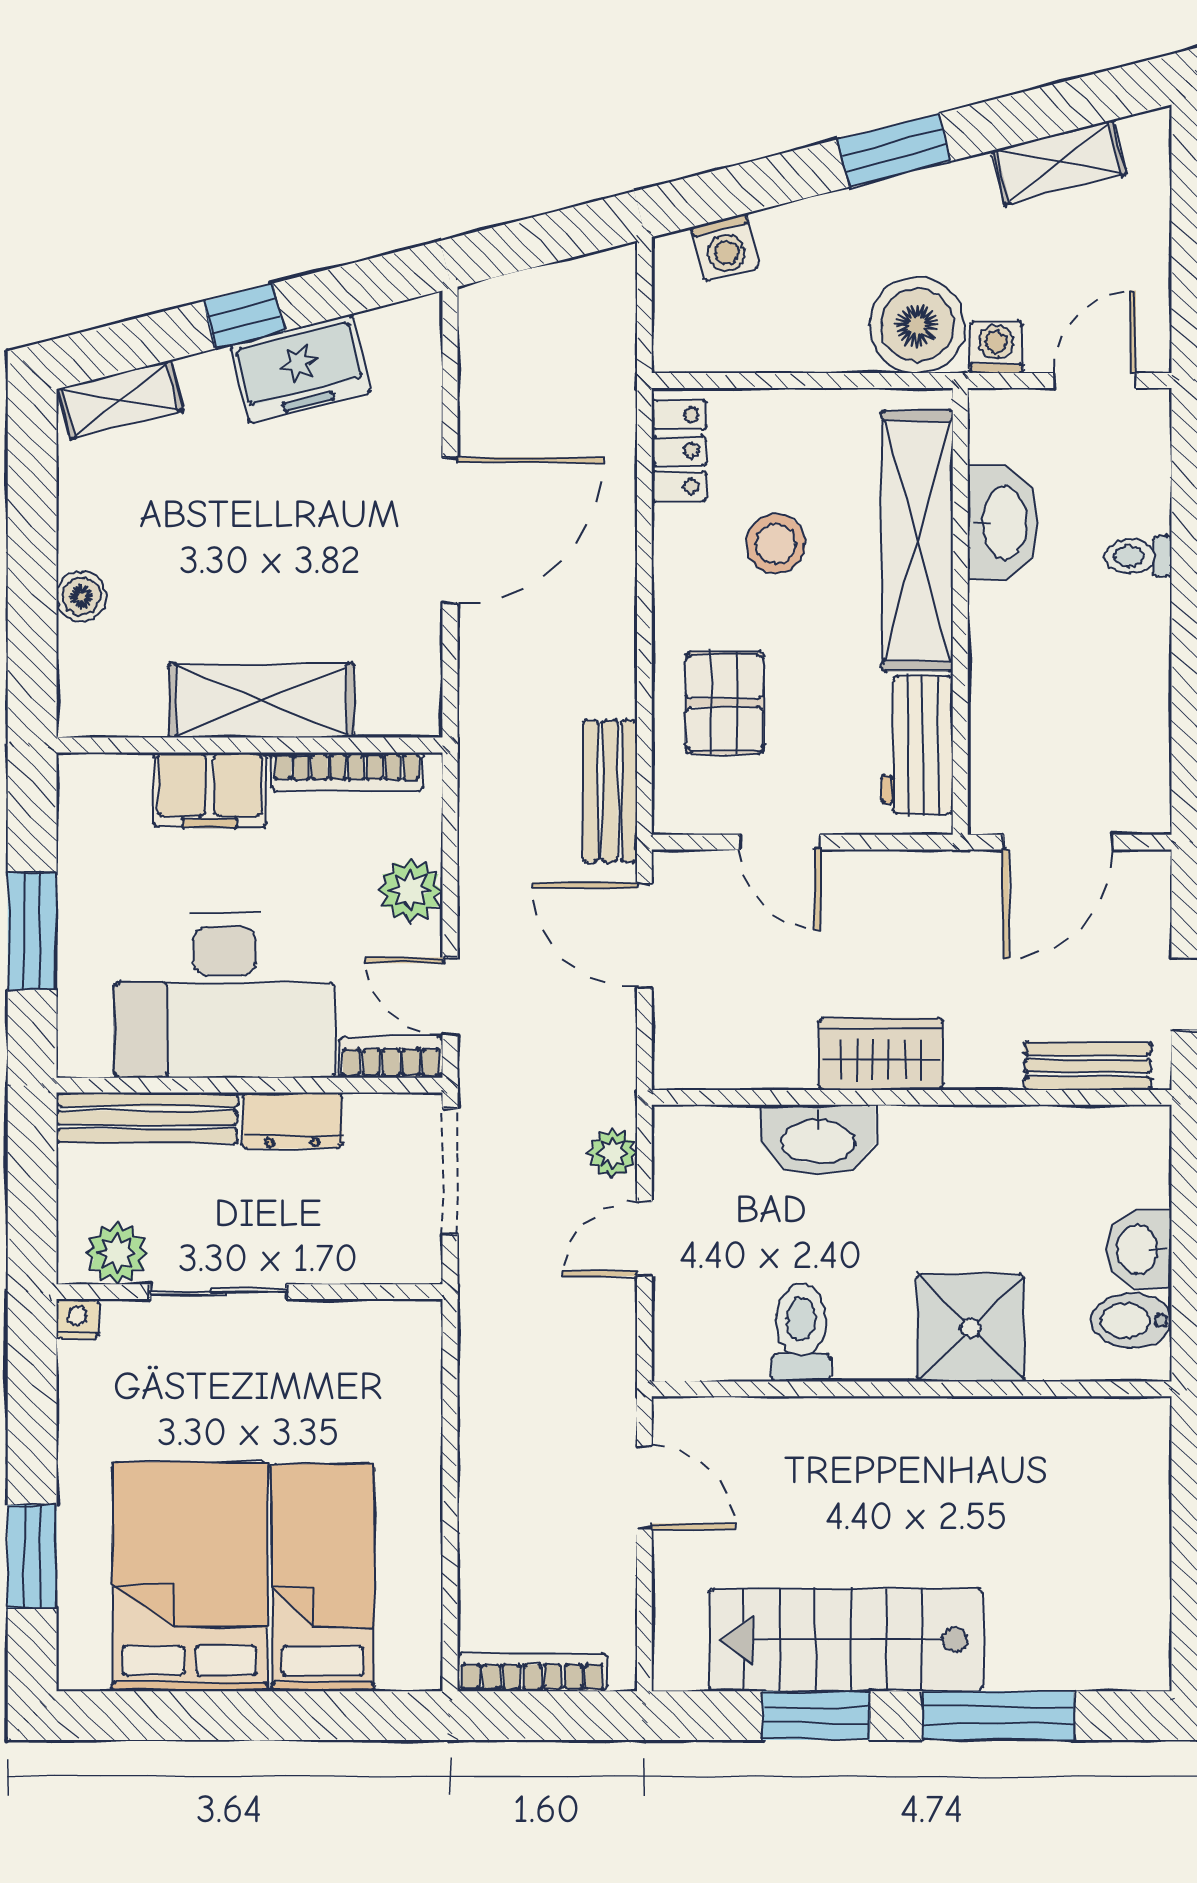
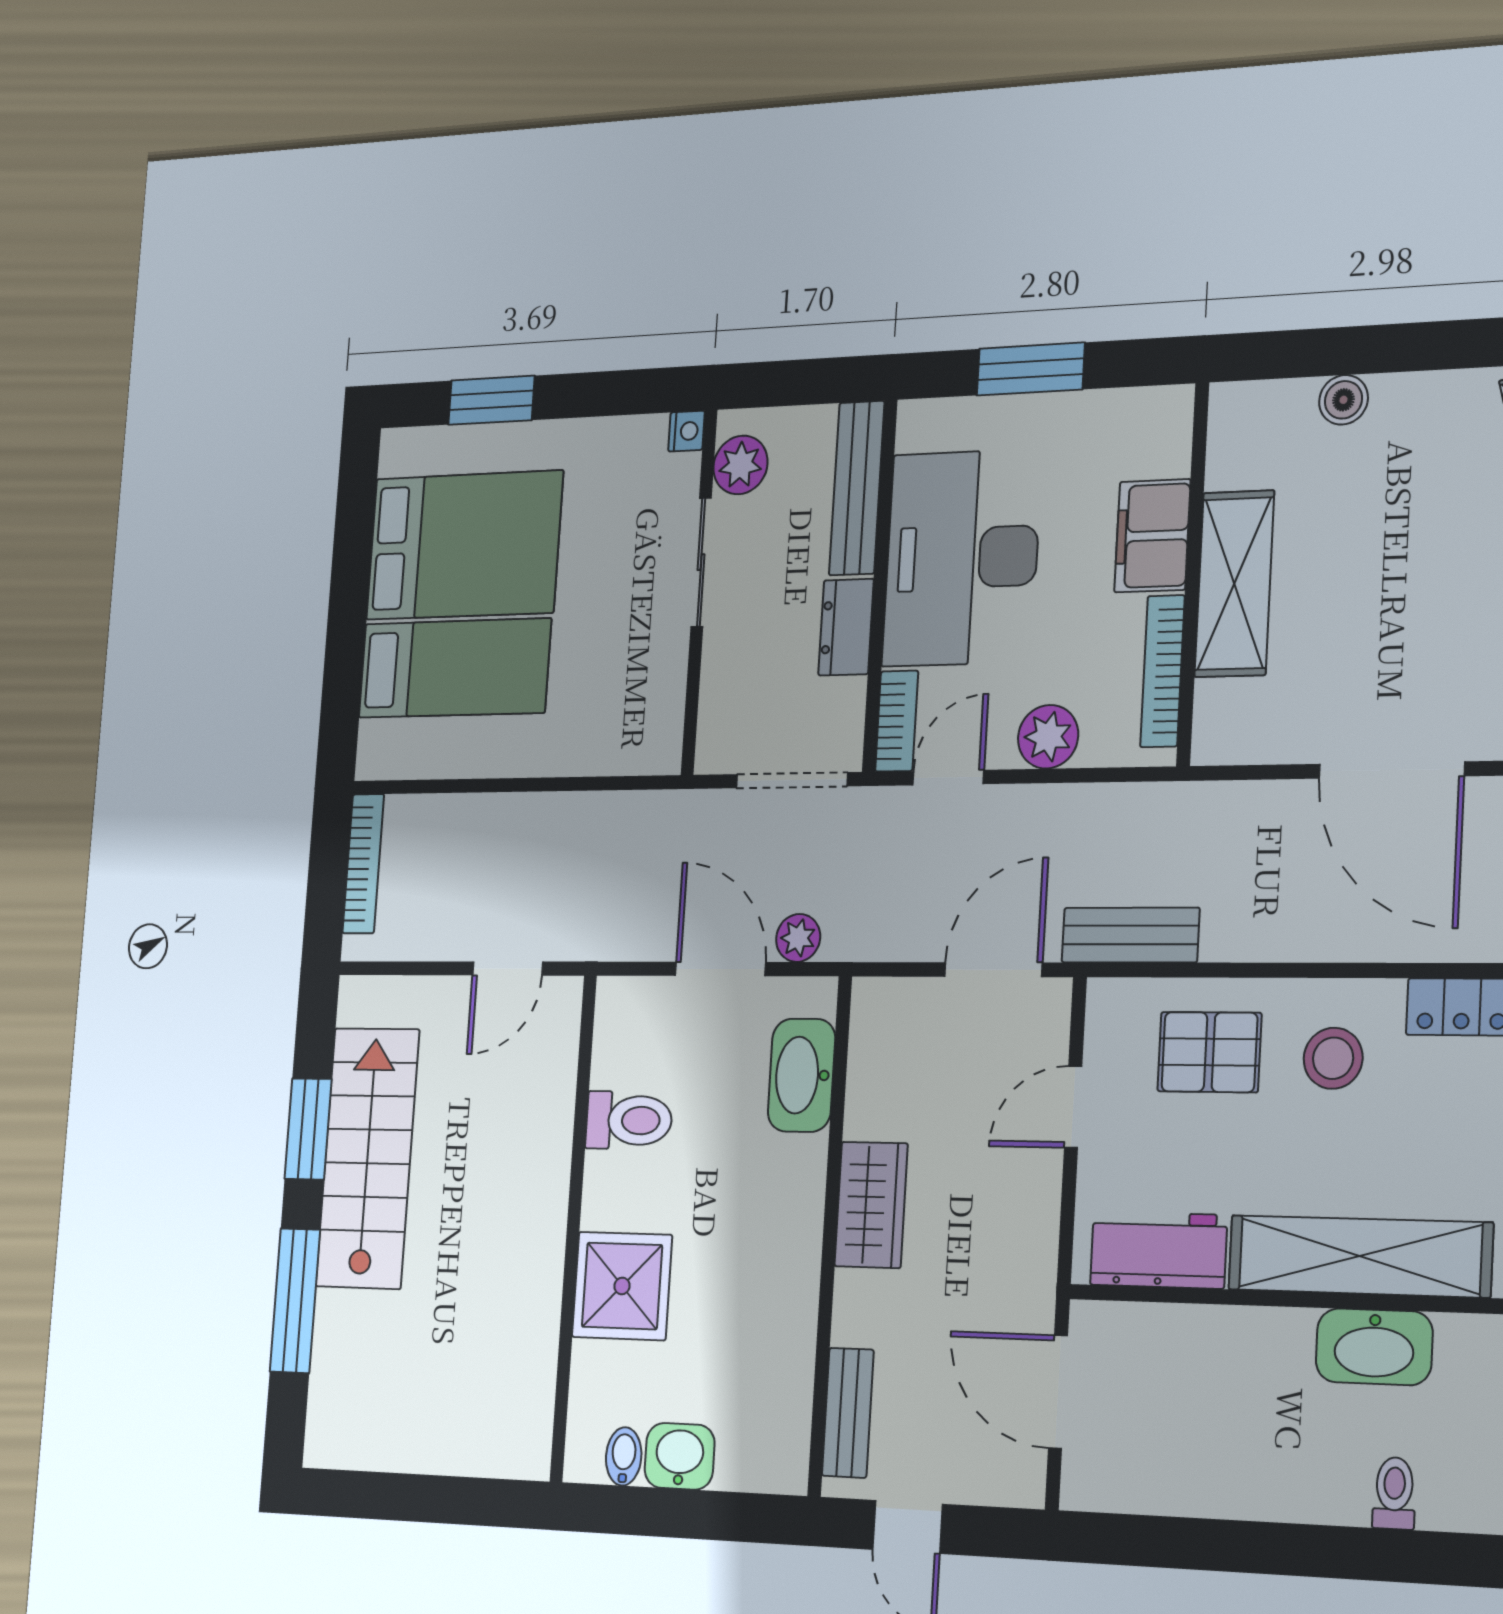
stool: (776, 544) -> (1333, 1058), moved
toilet: (1138, 556) -> (1394, 1493), moved
washbasin: (818, 1140) -> (801, 1075), moved
door: (644, 1239) -> (720, 969), width x1.38
bidet: (1132, 1321) -> (624, 1456), width x0.72, depth x0.74

